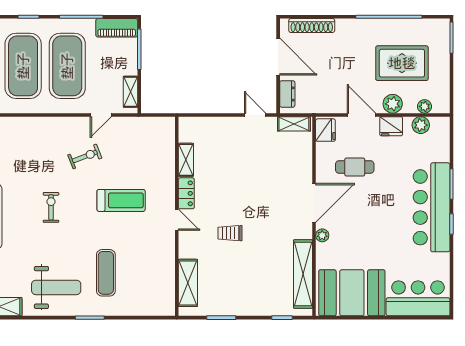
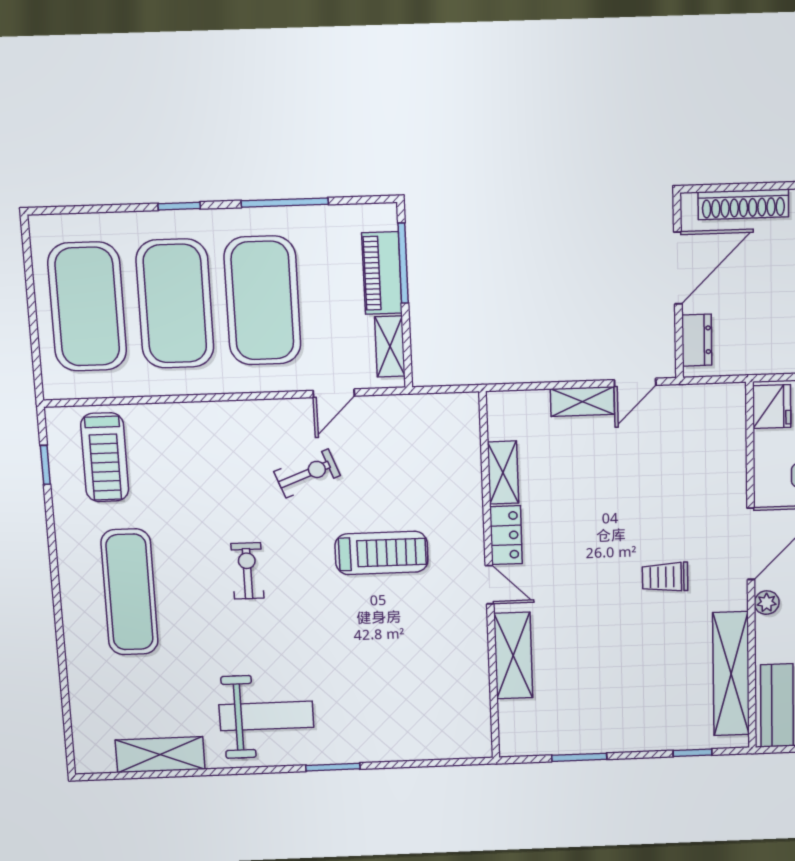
piano: (117, 28) -> (382, 273), moved, turned 90
door: (278, 57) -> (678, 268), hinge flipped
door: (255, 115) -> (635, 383), swing flipped
shelving: (294, 124) -> (582, 402), moved
trolley: (230, 233) -> (665, 577), moved
exercise mat: (106, 273) -> (359, 686), removed
shelving: (188, 283) -> (513, 656), moved

